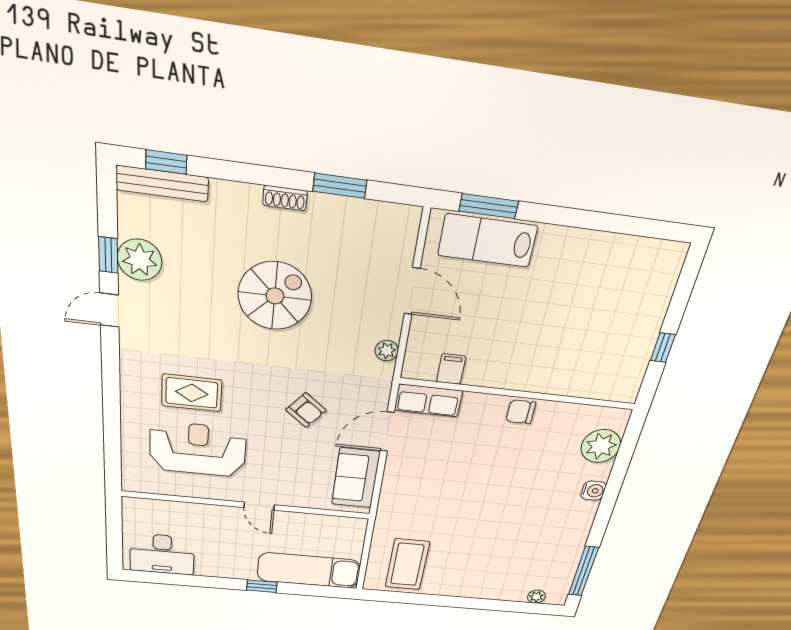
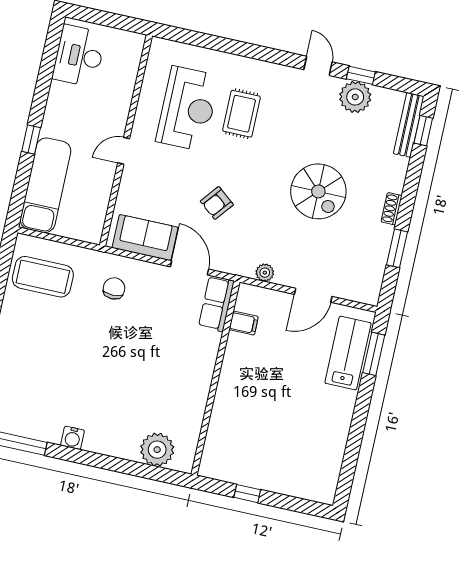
chair: (521, 412) -> (114, 288), moved
water cooler: (593, 491) -> (73, 438), moved

